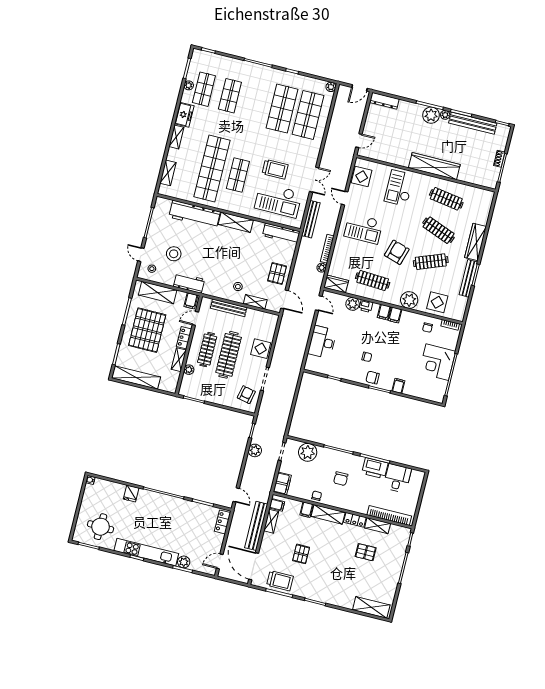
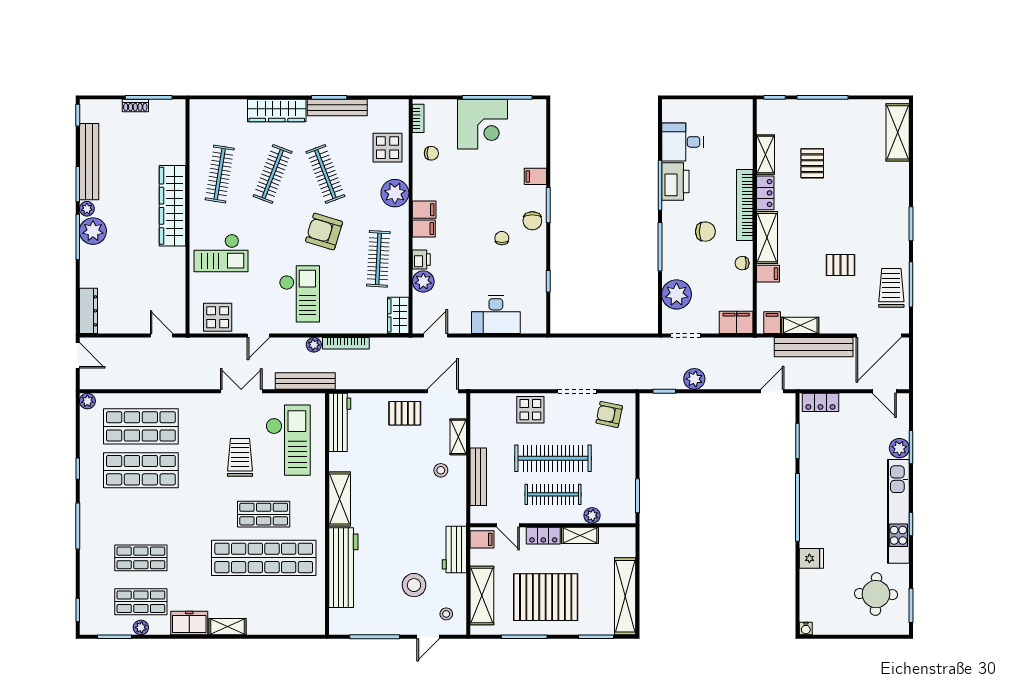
shelving: (168, 173) -> (288, 626), removed
plant: (322, 268) -> (314, 345), moved
bookcase: (389, 515) -> (745, 205), moved

